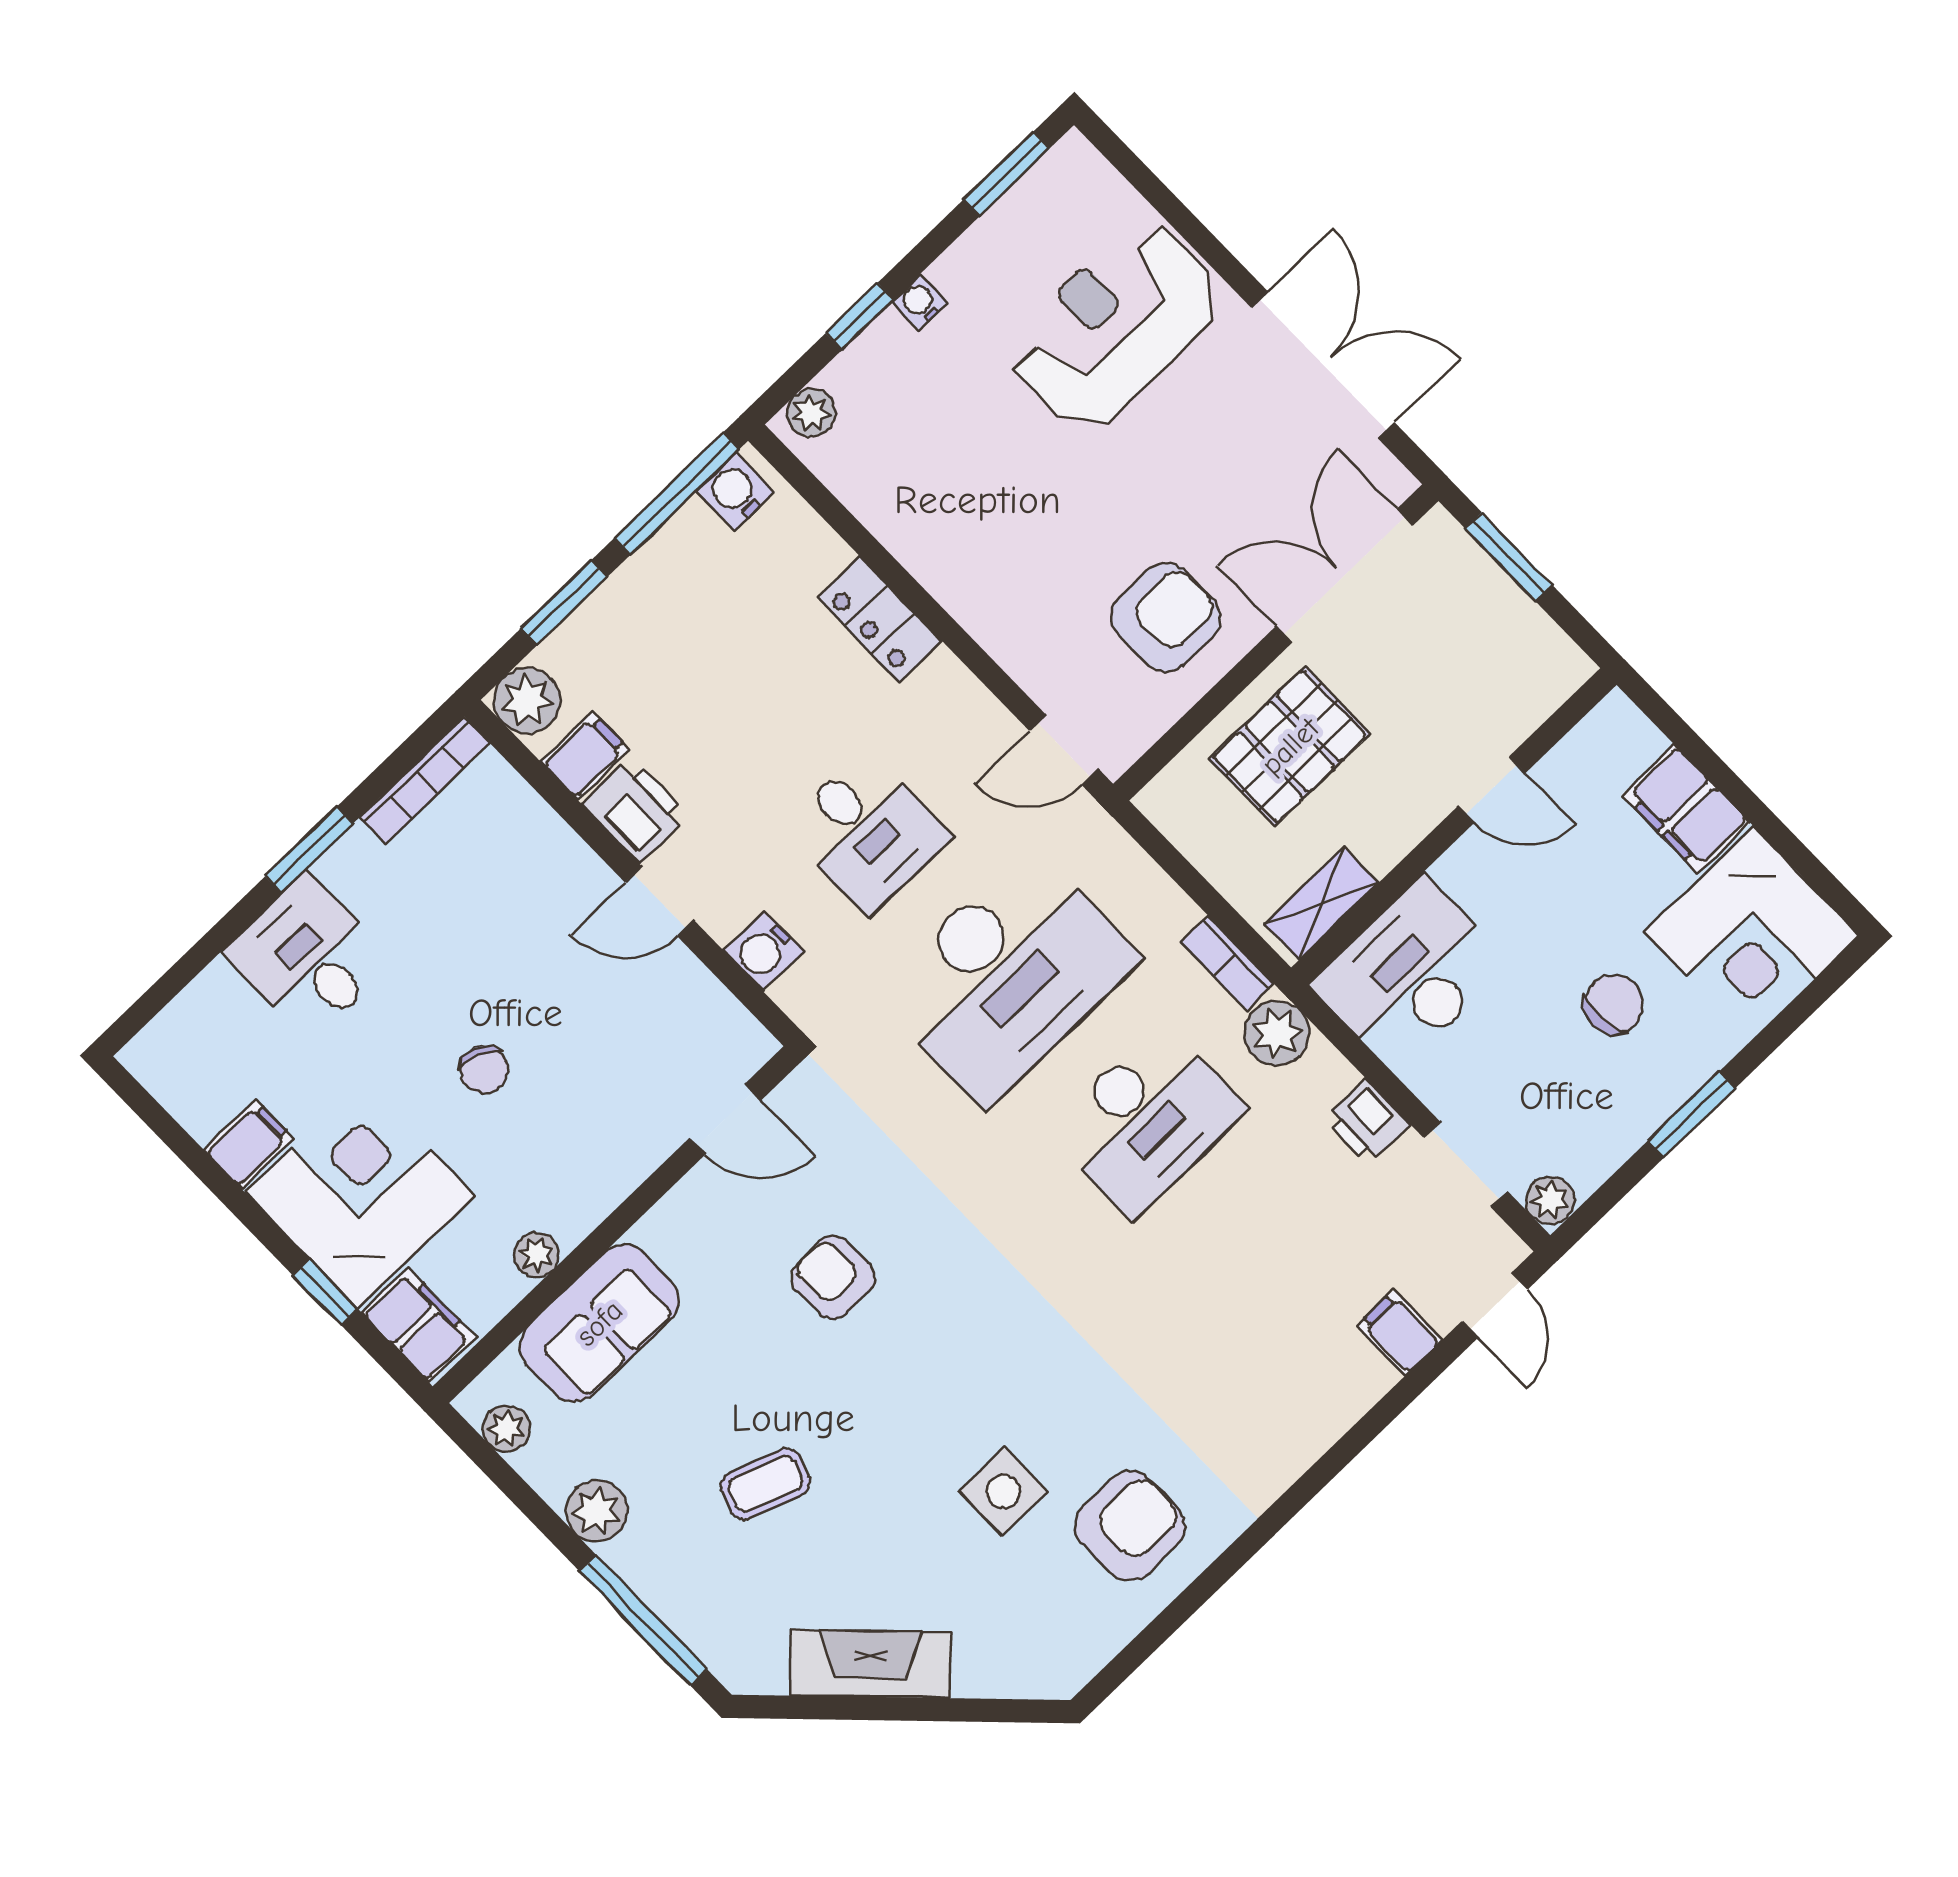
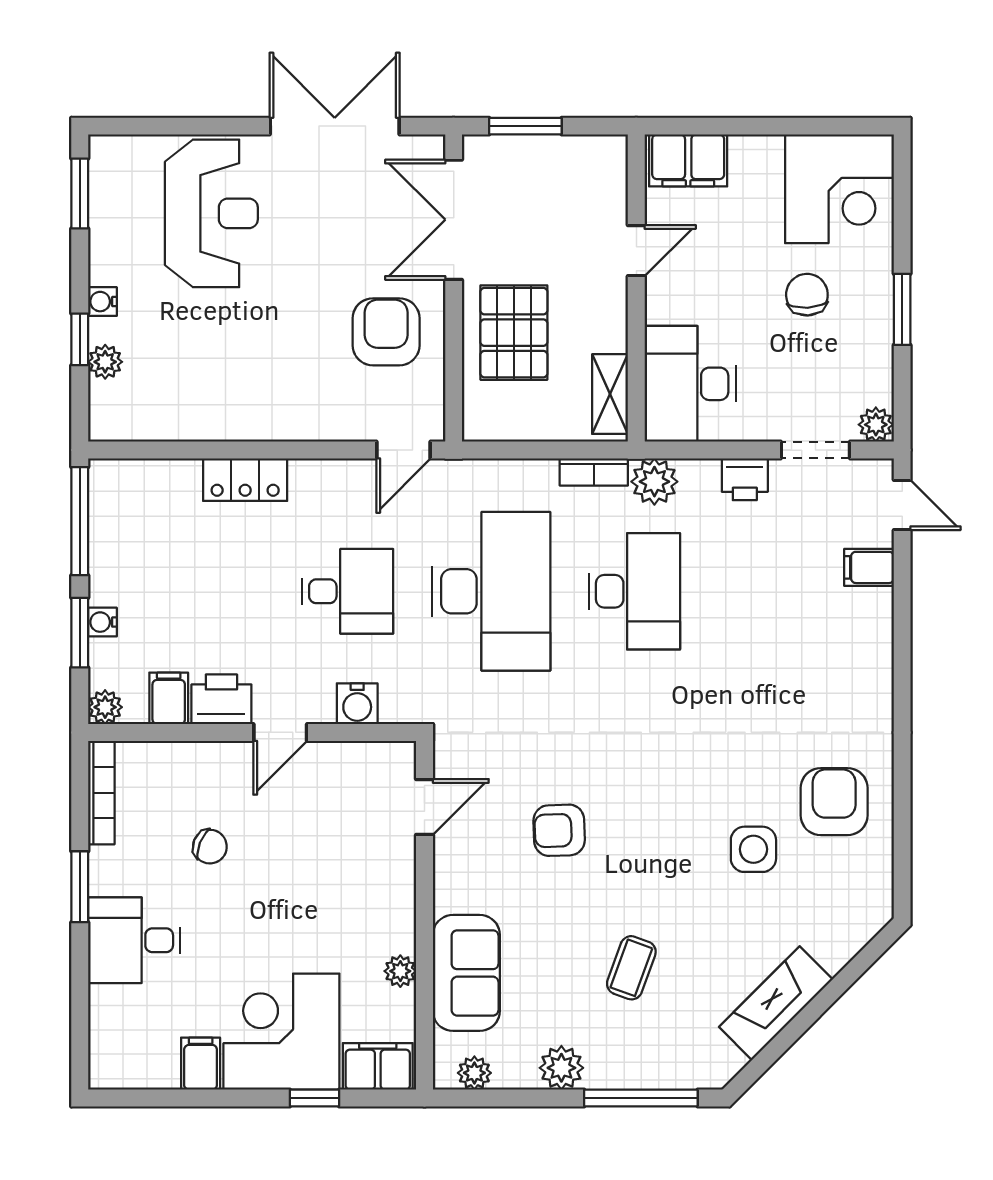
reception desk: (1115, 326) -> (211, 213), turned 180
plant: (811, 413) -> (105, 362), moved
water cooler: (735, 492) -> (102, 622), moved, width x0.72, depth x0.72
plant: (527, 701) -> (105, 707), width x0.73, depth x0.73
filing cabinet: (1686, 809) -> (688, 160), moved
chair: (484, 1070) -> (210, 847), moved

